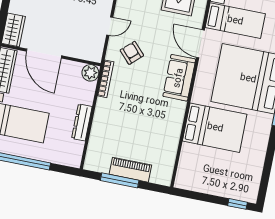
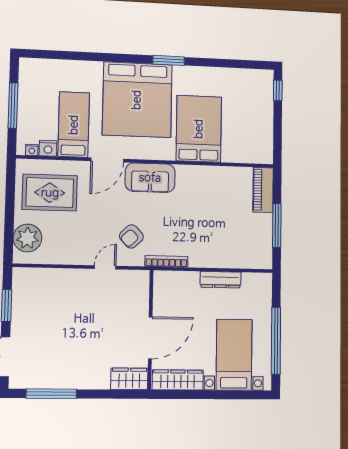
door: (110, 26) -> (105, 267), hinge flipped
plant: (90, 73) -> (163, 280), removed
piano: (130, 170) -> (263, 190), moved

